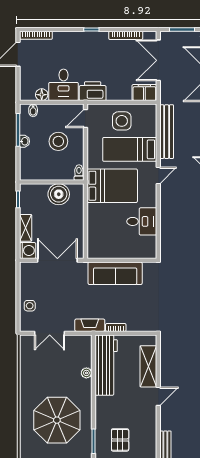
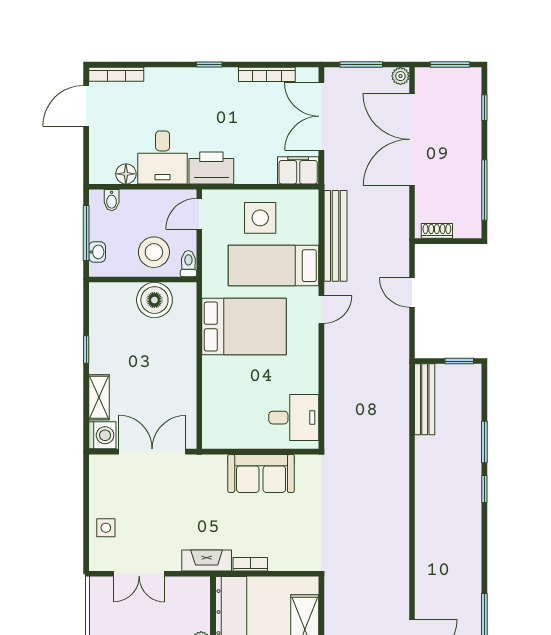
toilet: (79, 173) -> (188, 264), moved
wall: (52, 182) -> (143, 280), moved
boiler: (59, 194) -> (154, 300), moved
desk: (142, 221) -> (294, 418), moved
sofa: (115, 273) -> (261, 473), width x0.73

